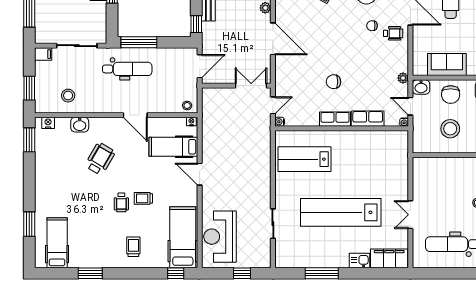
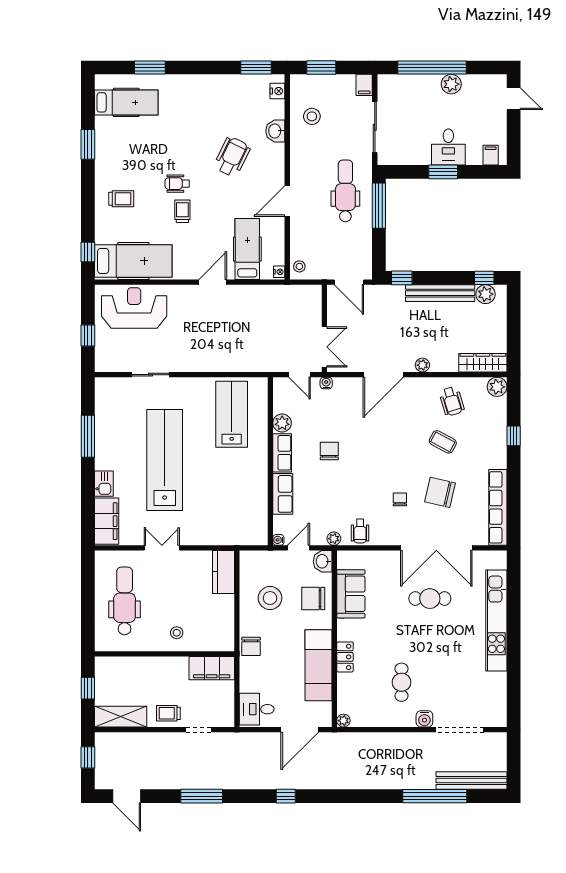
wheelchair: (393, 33) -> (360, 531), moved
dental chair: (127, 69) -> (345, 191), turned 180
plant: (311, 119) -> (282, 423), added
water cooler: (280, 122) -> (326, 383), moved
wheelchair: (100, 159) -> (232, 157), turned -94
kitchen counter: (430, 166) -> (223, 572), added

